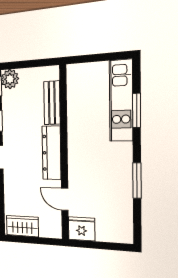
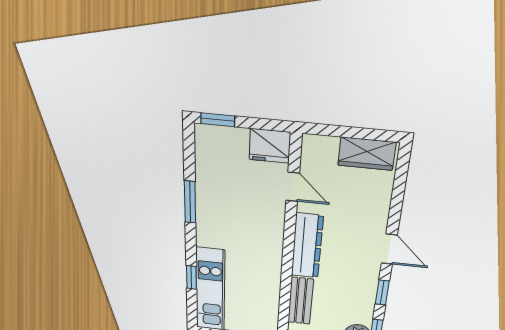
window: (137, 110) -> (191, 277), width x0.67
window: (117, 247) -> (218, 120), added

